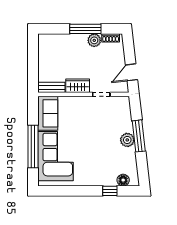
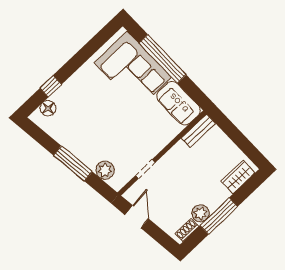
wardrobe: (78, 86) -> (238, 177), moved, turned 180
plant: (127, 140) -> (105, 170), moved

